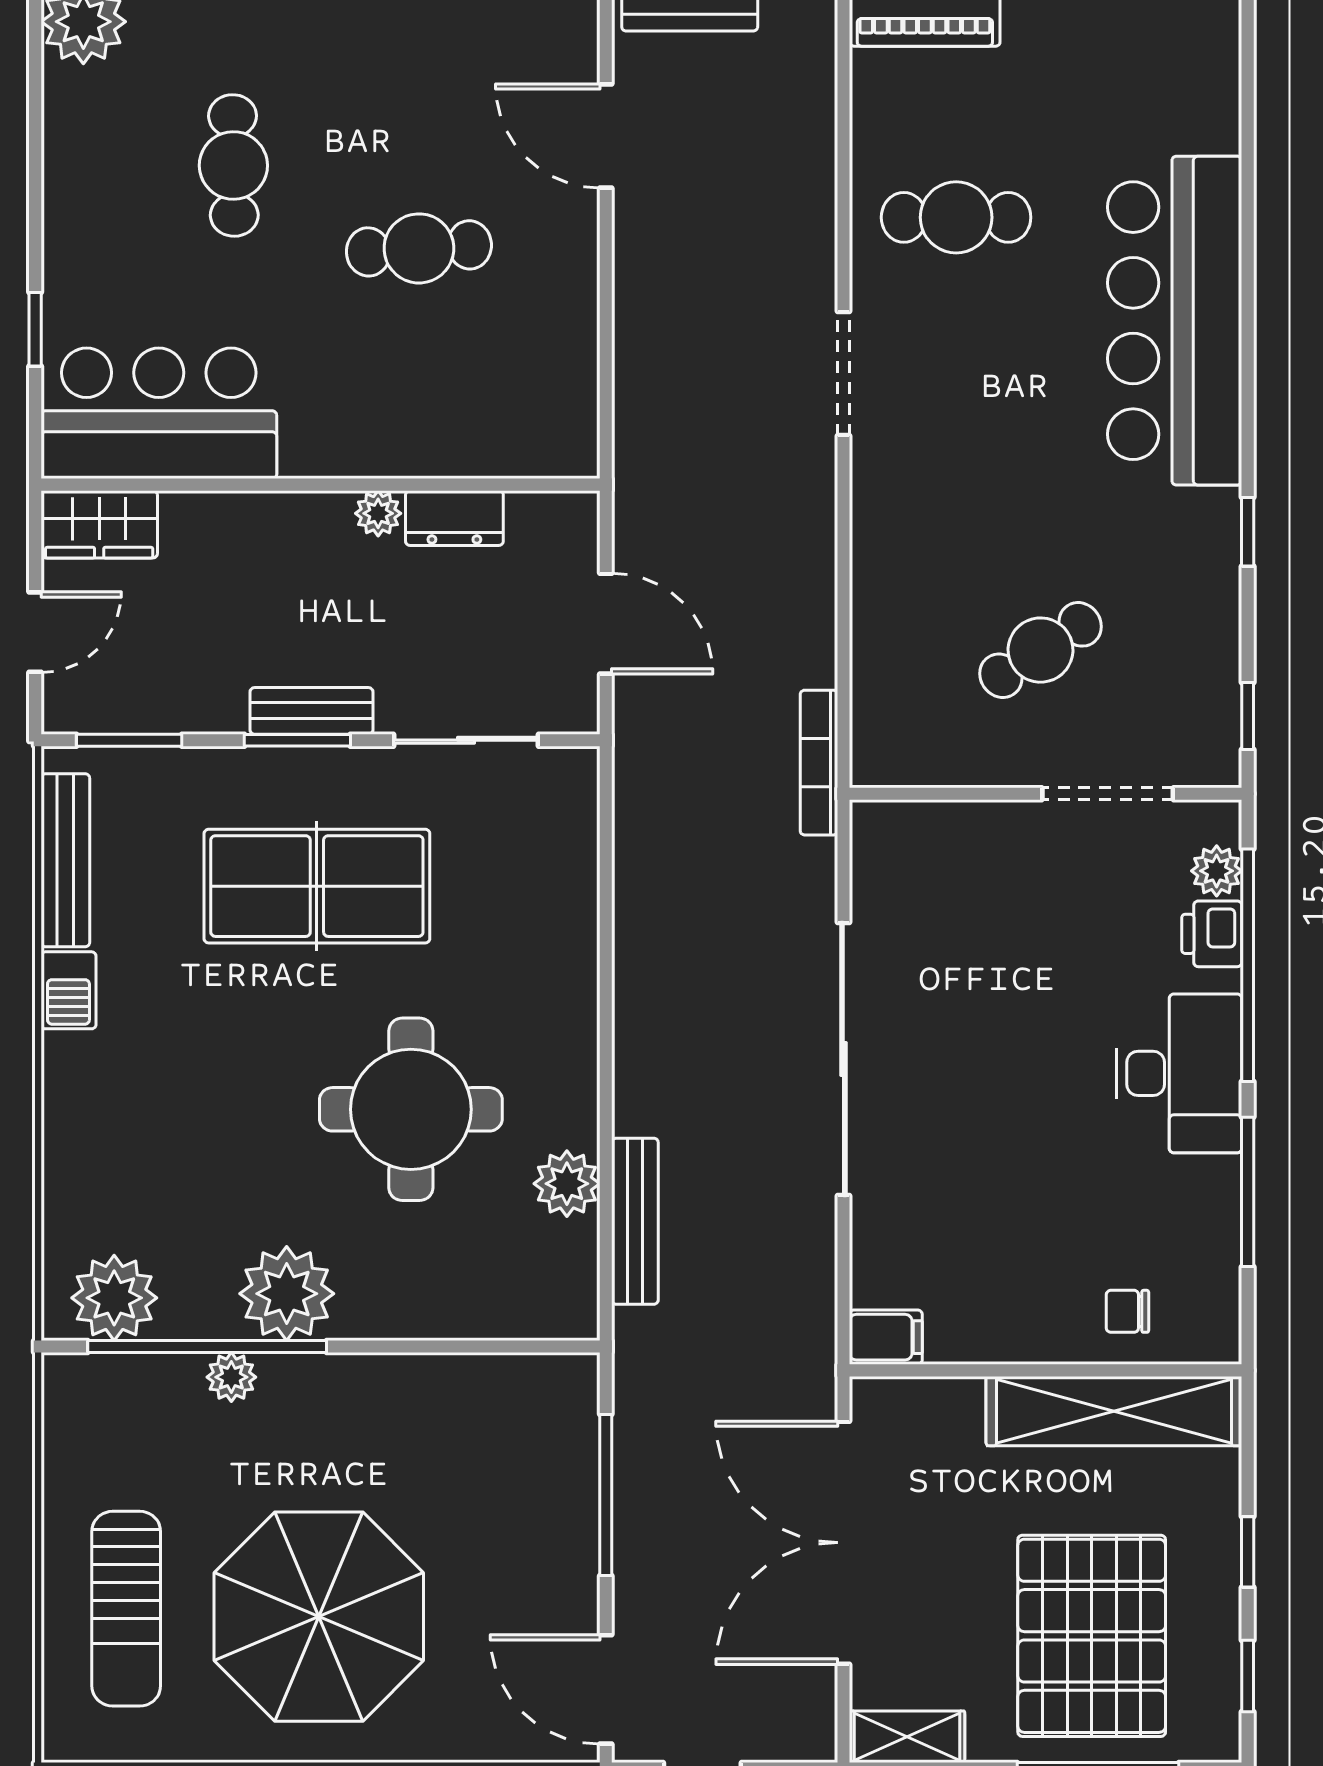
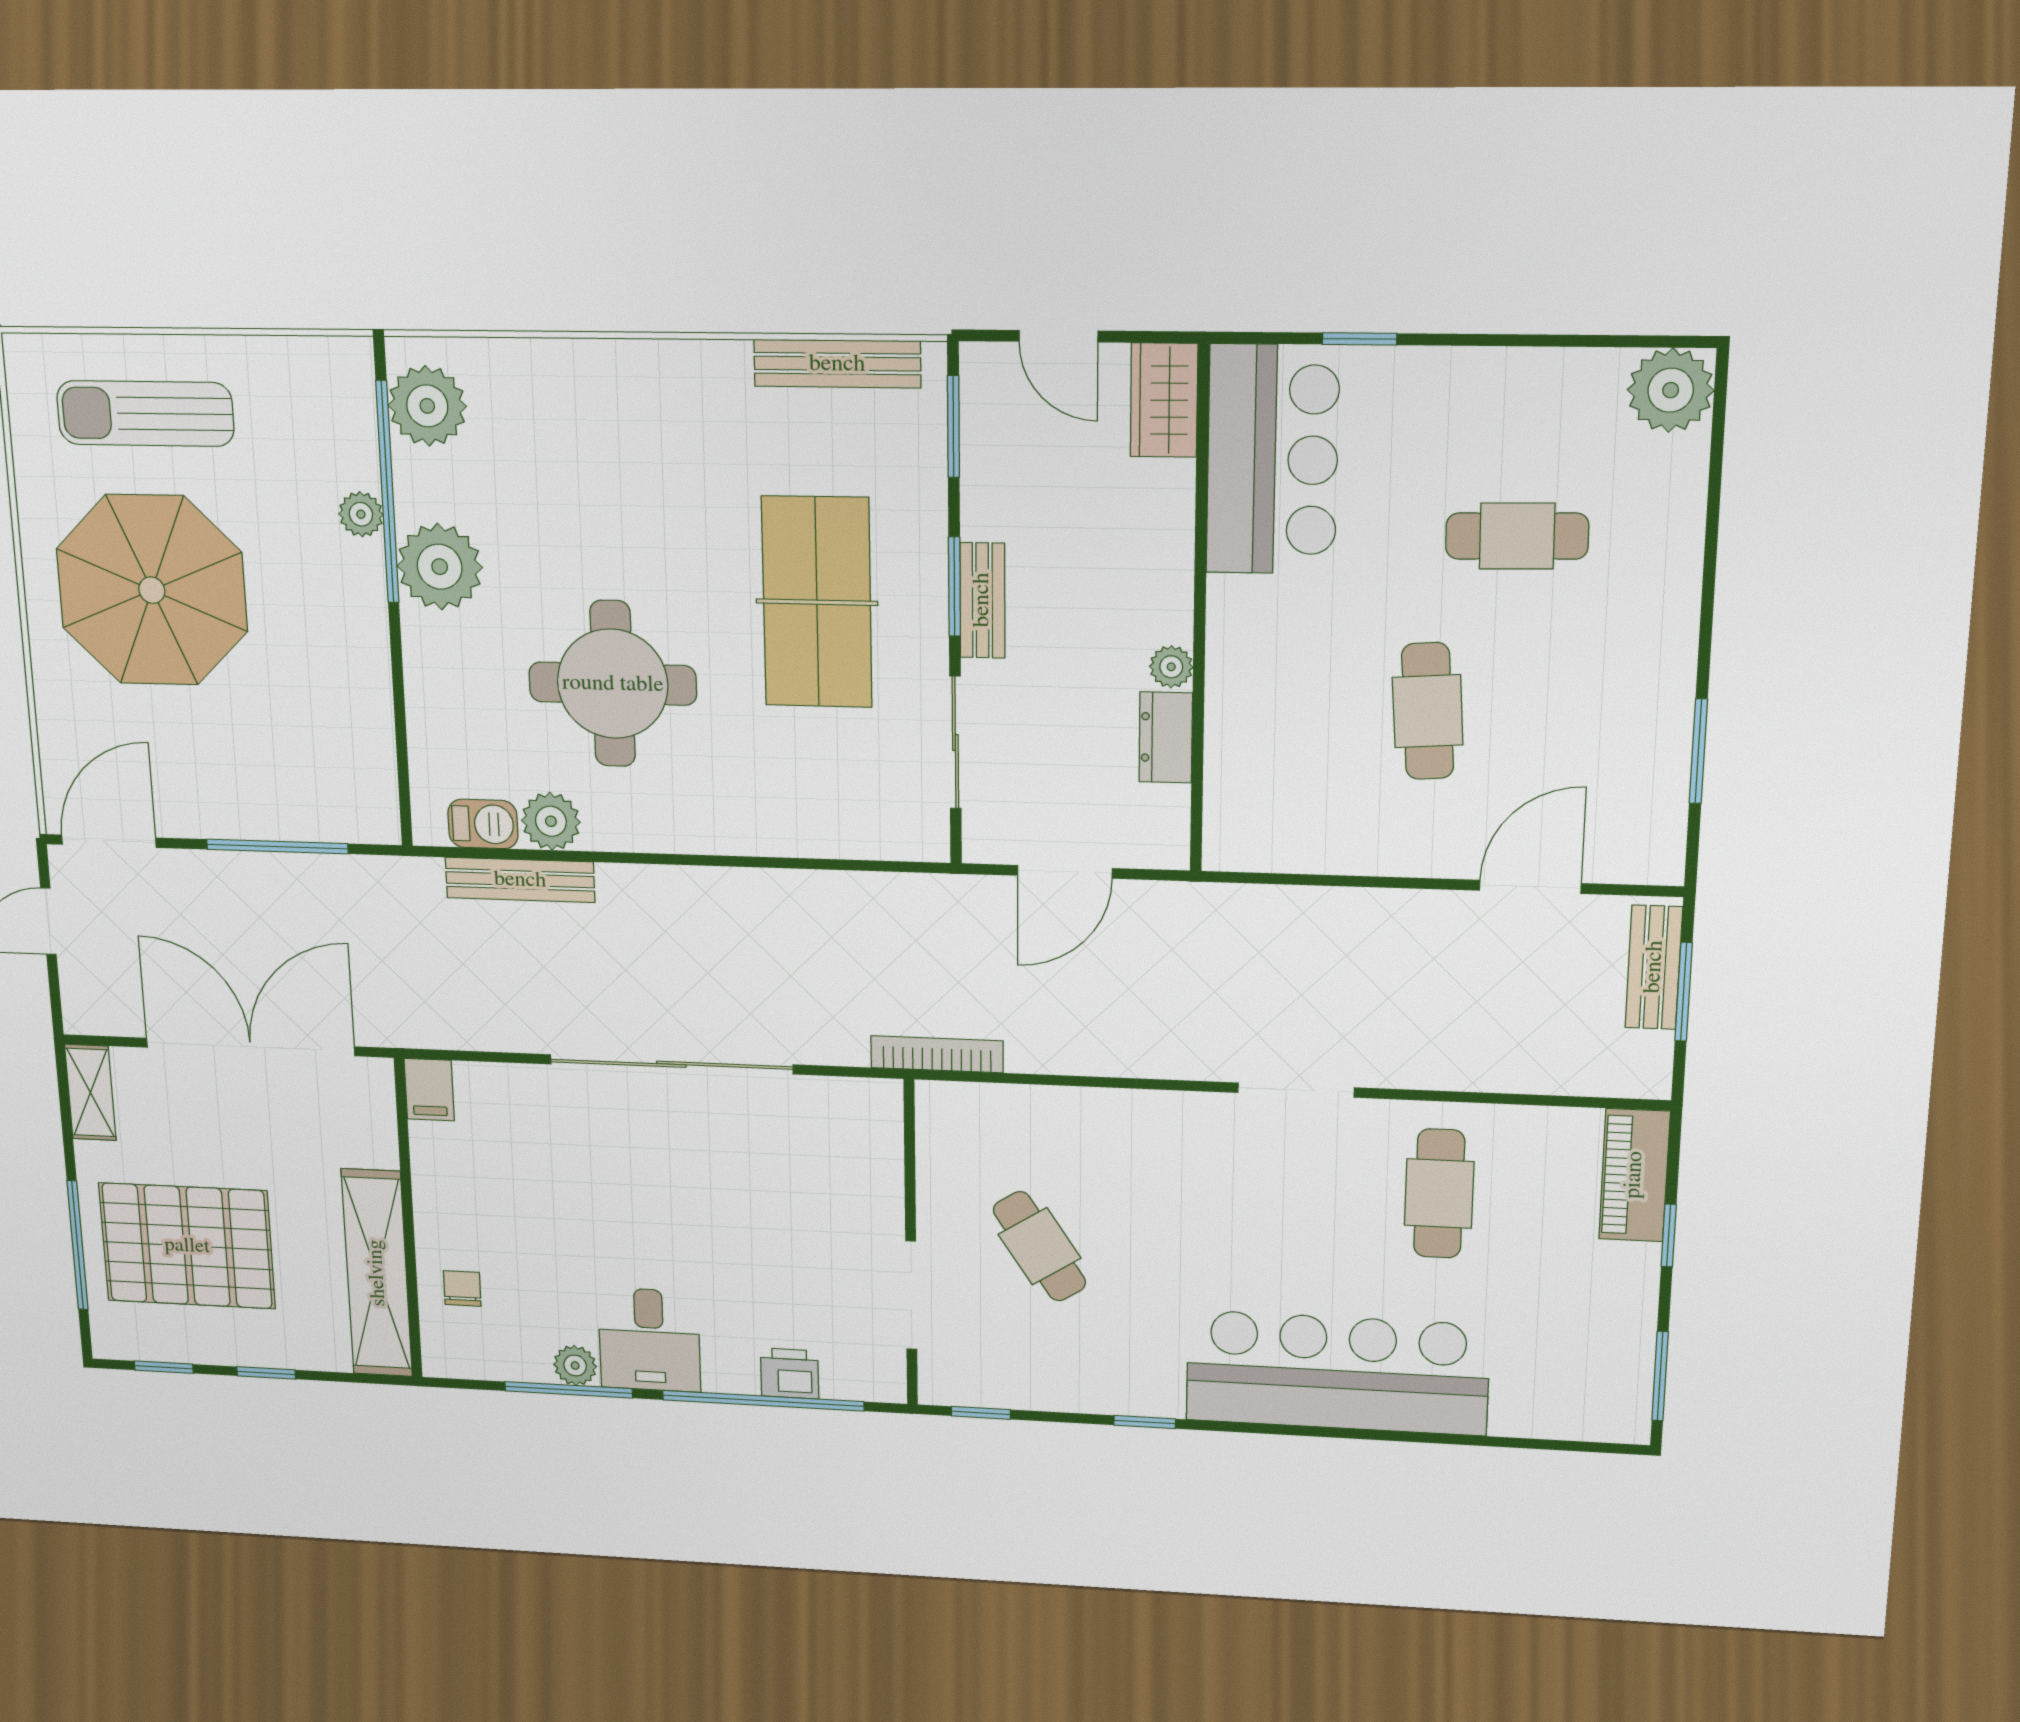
plant: (1217, 871) -> (575, 1365), moved
barbecue: (68, 990) -> (483, 824), moved, turned 180
desk: (1179, 1073) -> (649, 1340), width x0.73

